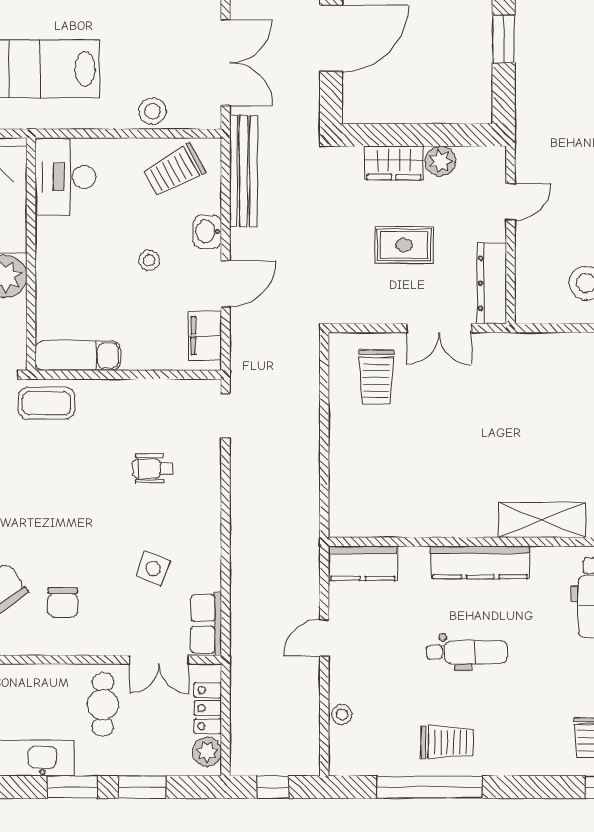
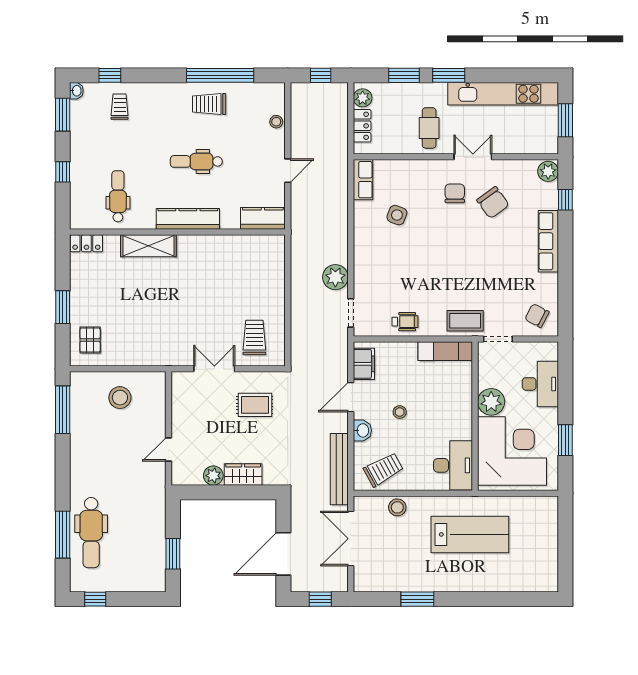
rug: (404, 245) -> (255, 405), moved
dresser: (492, 283) -> (180, 397), removed
wheelchair: (152, 469) -> (405, 322), moved
plant: (249, 471) -> (335, 277), added
double door: (159, 660) -> (473, 157), moved

